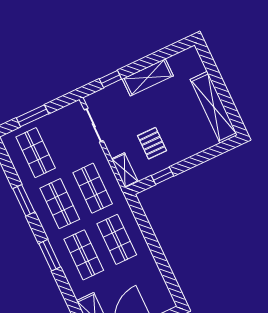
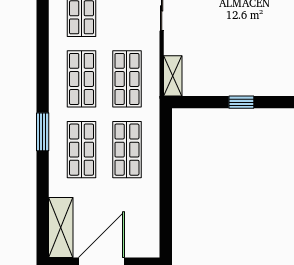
pallet: (152, 143) -> (218, 60), removed
window: (163, 176) -> (241, 102), moved
window: (24, 200) -> (43, 56), removed

